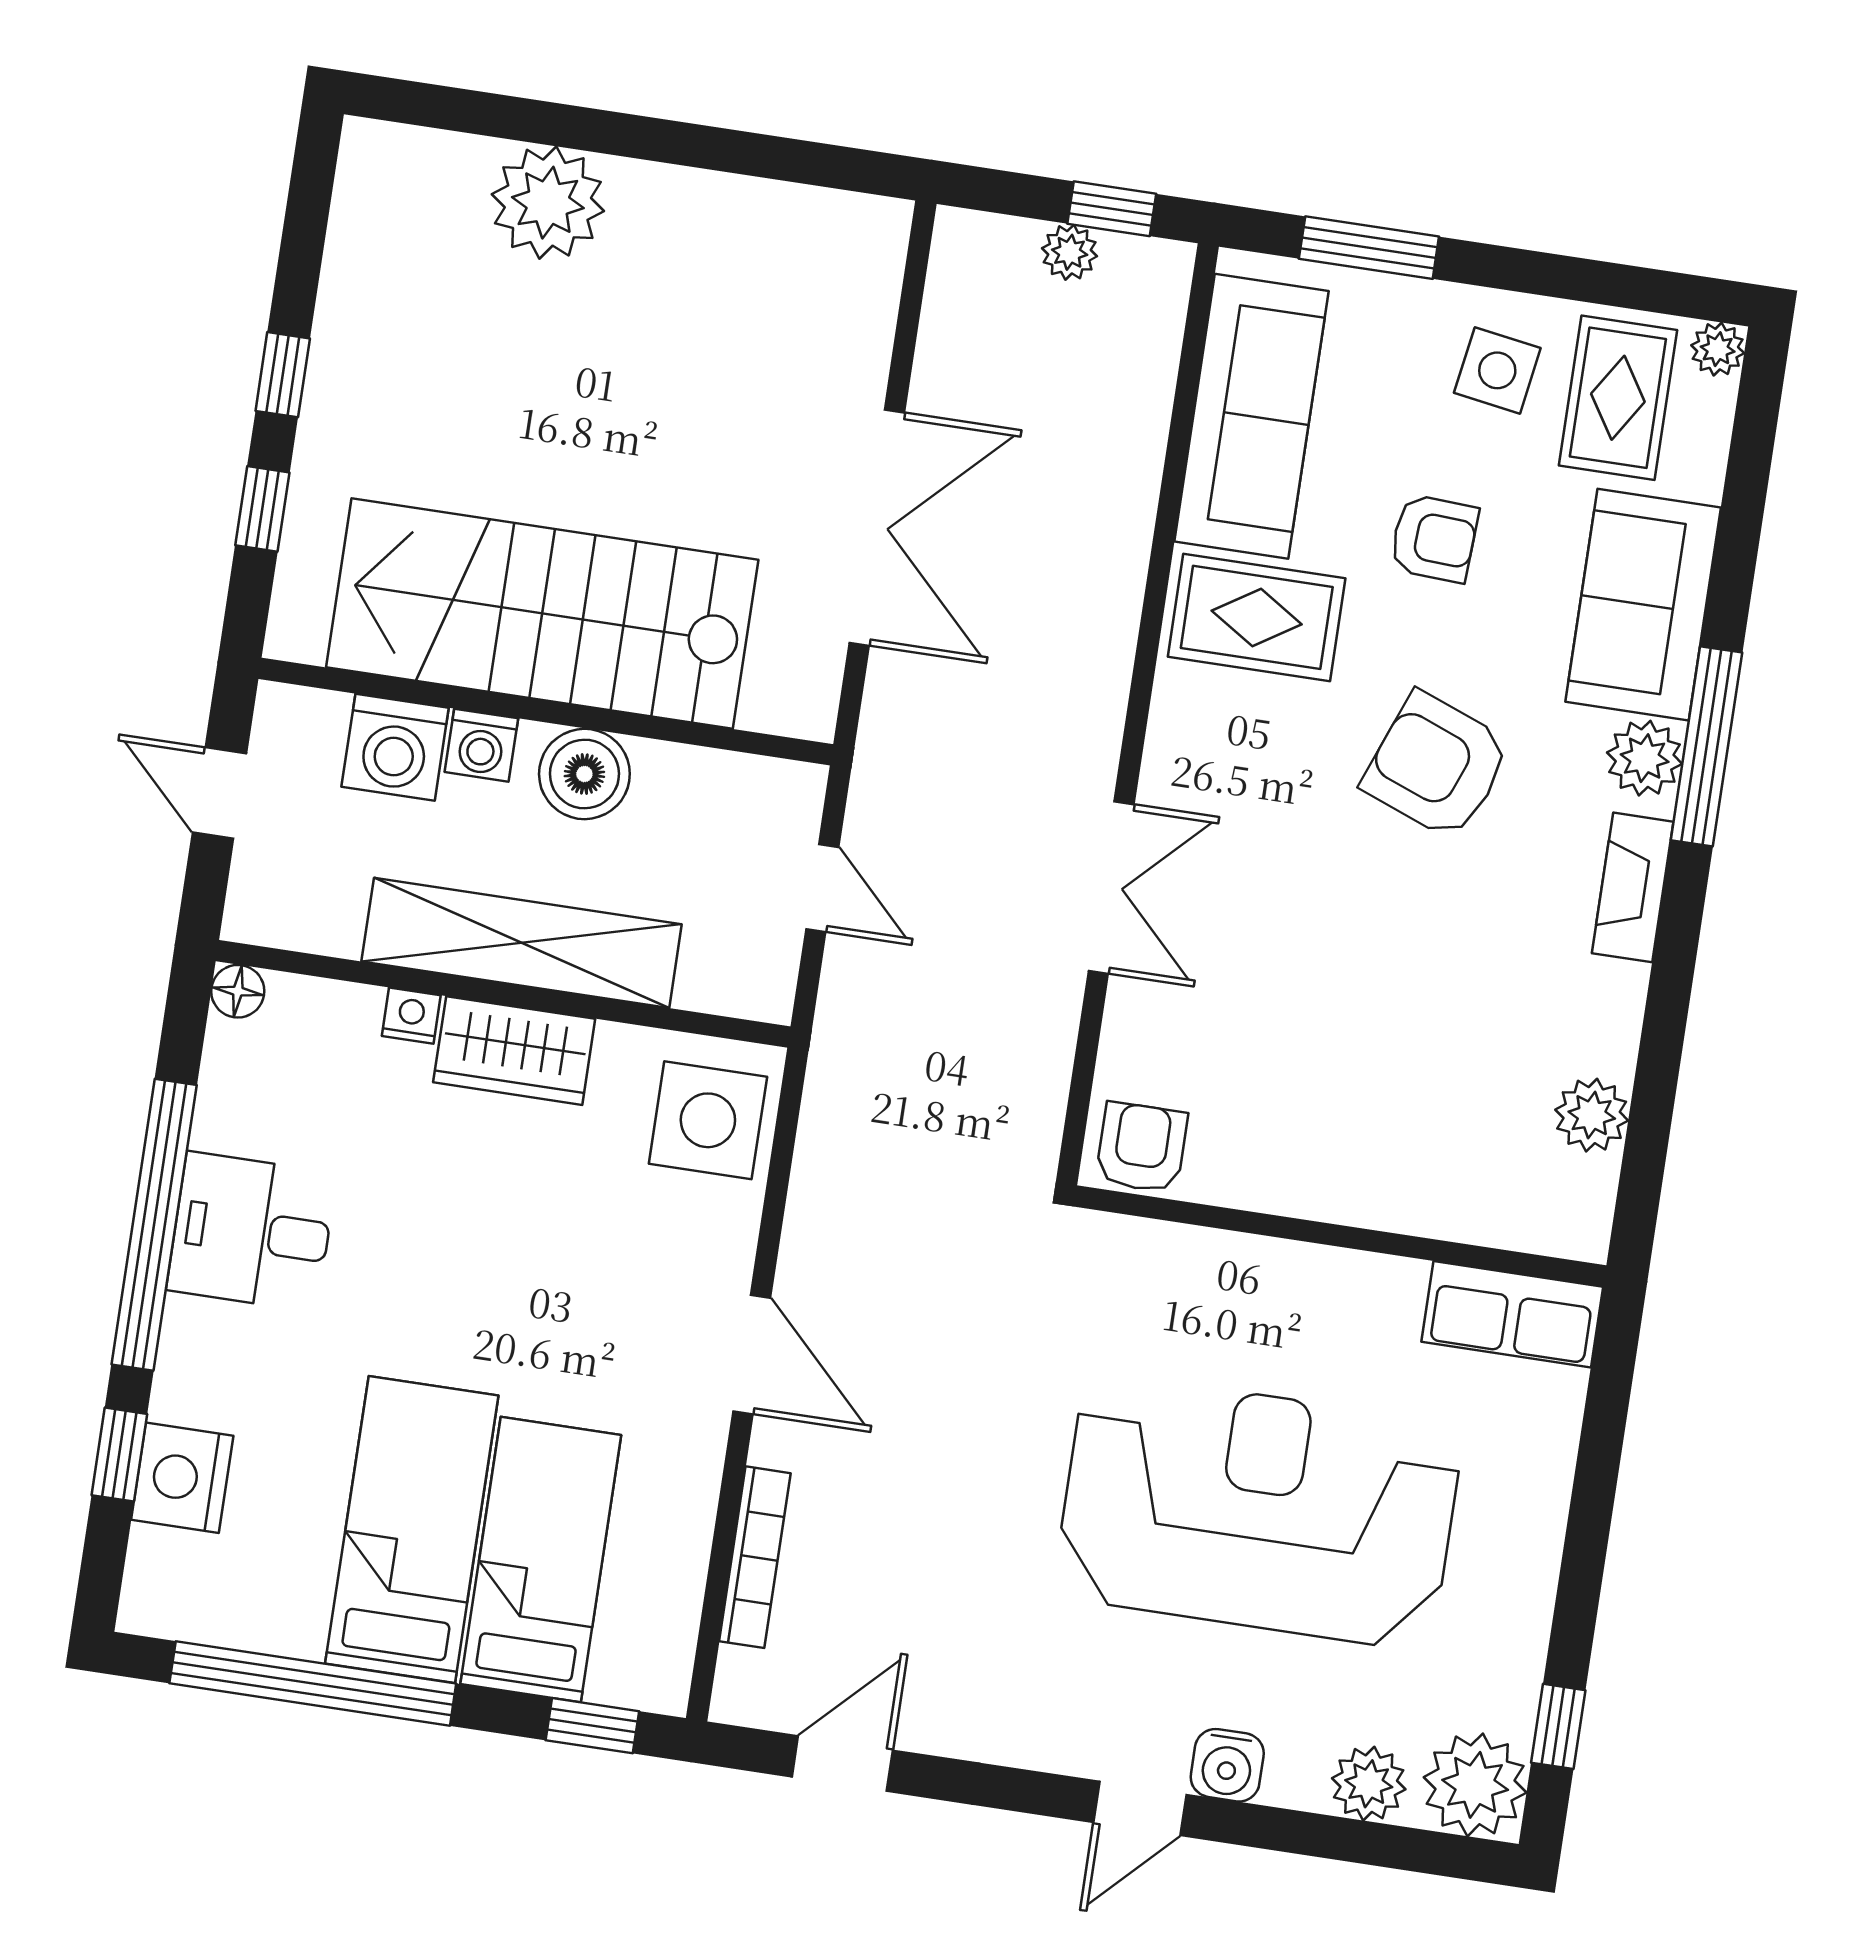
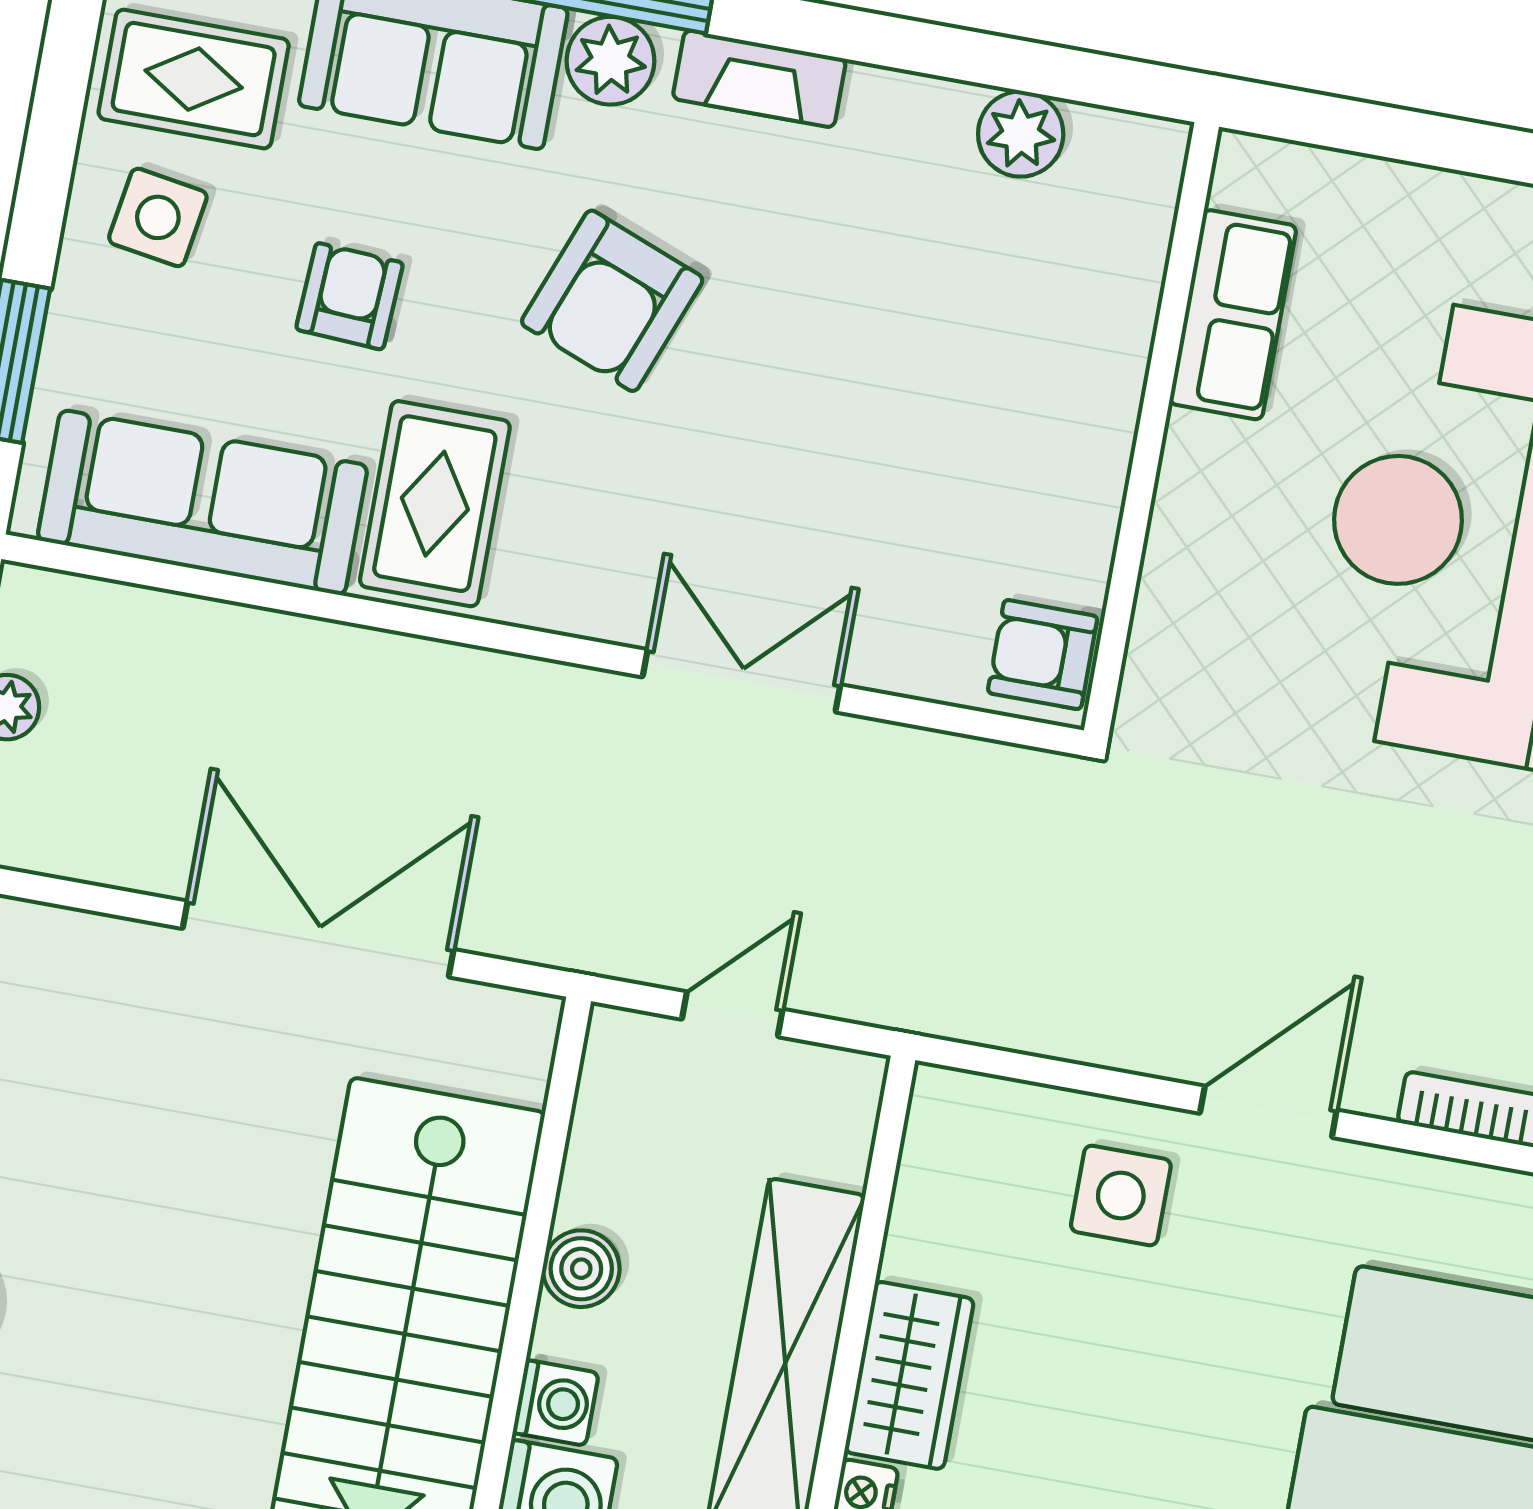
boiler: (584, 774) -> (581, 1269), width x0.73, depth x0.73
side table: (708, 1120) -> (1121, 1195), moved, width x0.73, depth x0.73
row of seats: (1512, 1314) -> (1233, 315), moved

